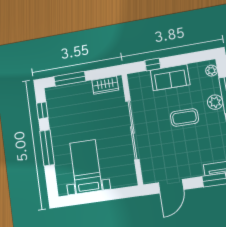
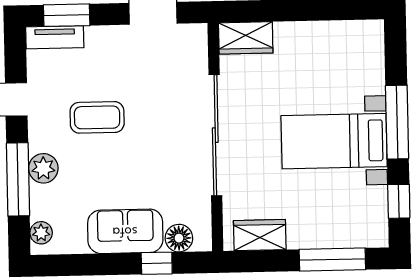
floor lamp: (144, 78) -> (179, 238), added
coffee table: (184, 118) -> (97, 117), moved
bed with nightstands: (86, 167) -> (334, 141), moved, turned 90
wardrobe: (124, 179) -> (246, 38), added

